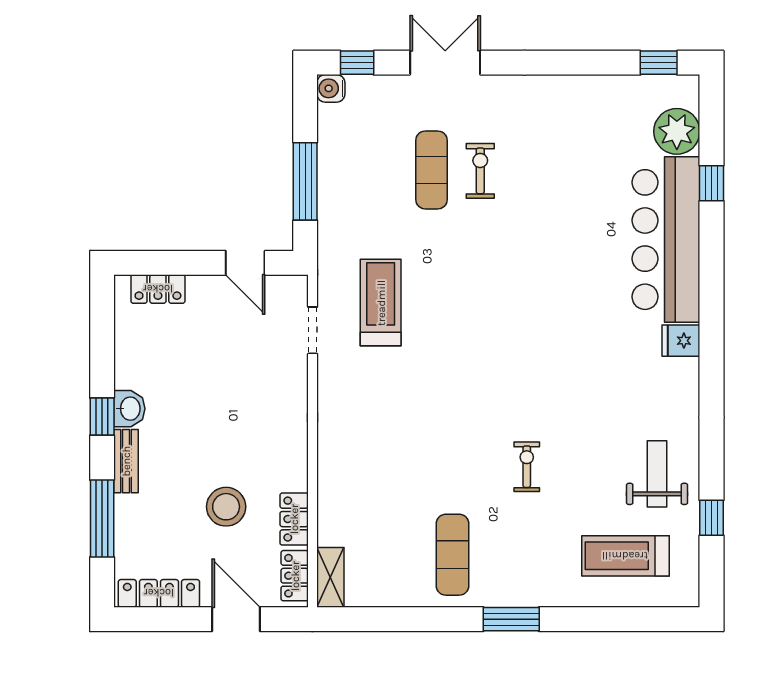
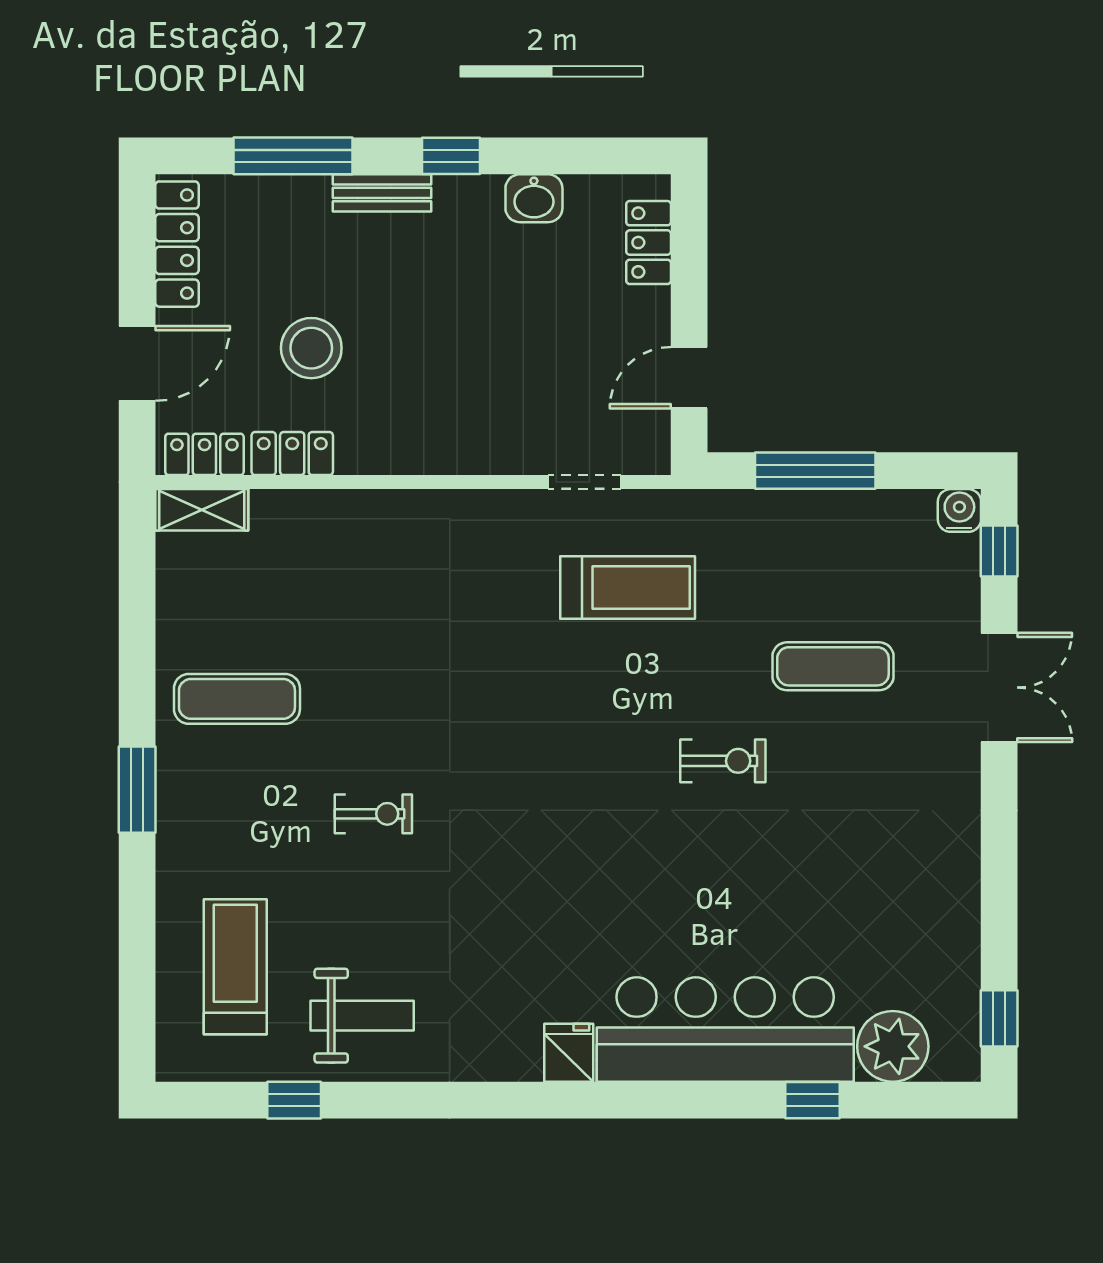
exercise bike: (480, 171) -> (723, 761), moved
washbasin: (129, 409) -> (534, 198), moved

